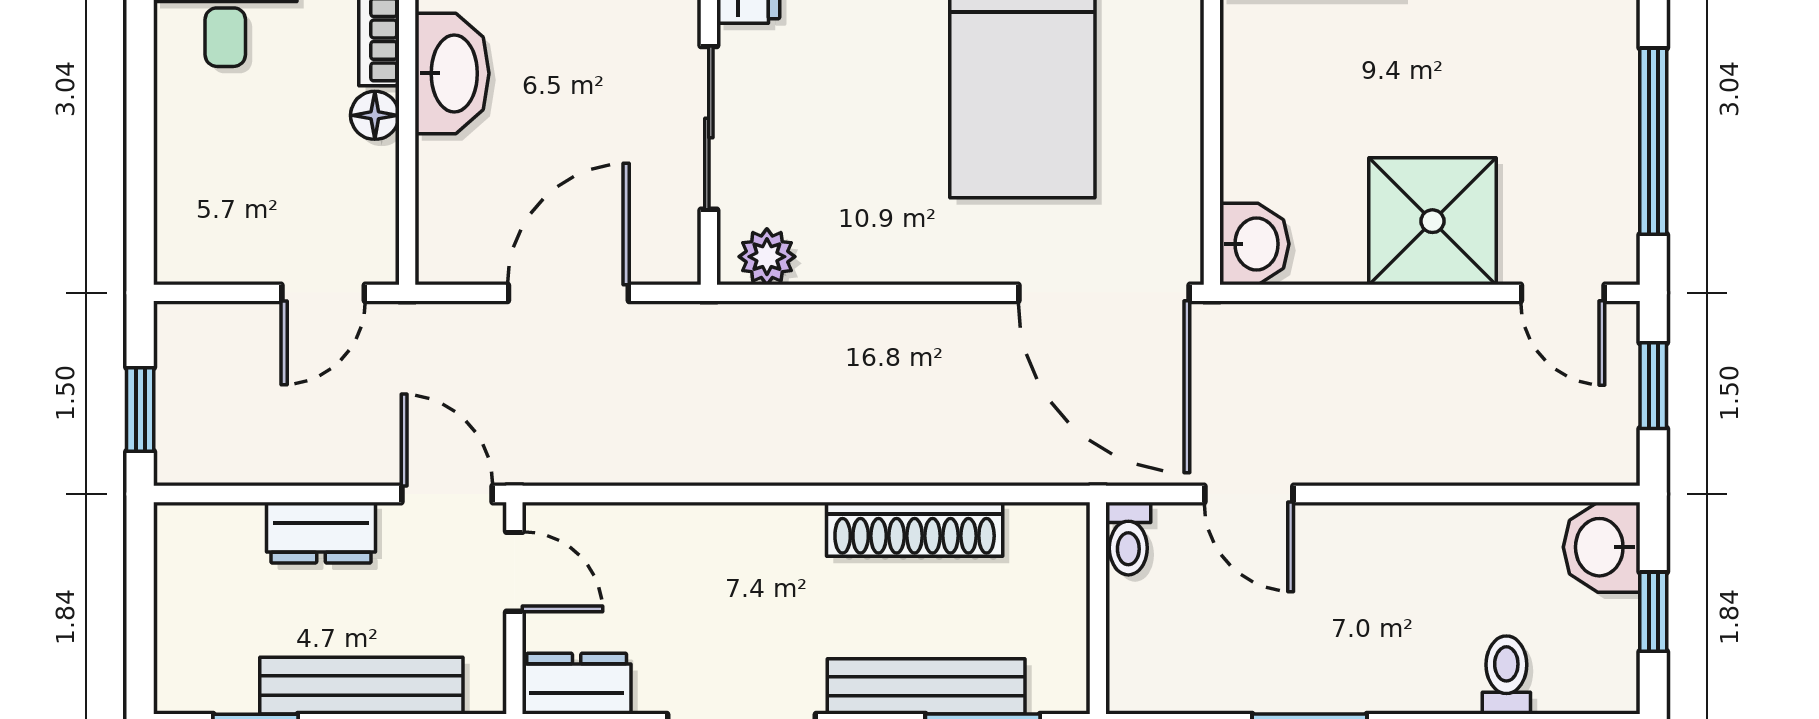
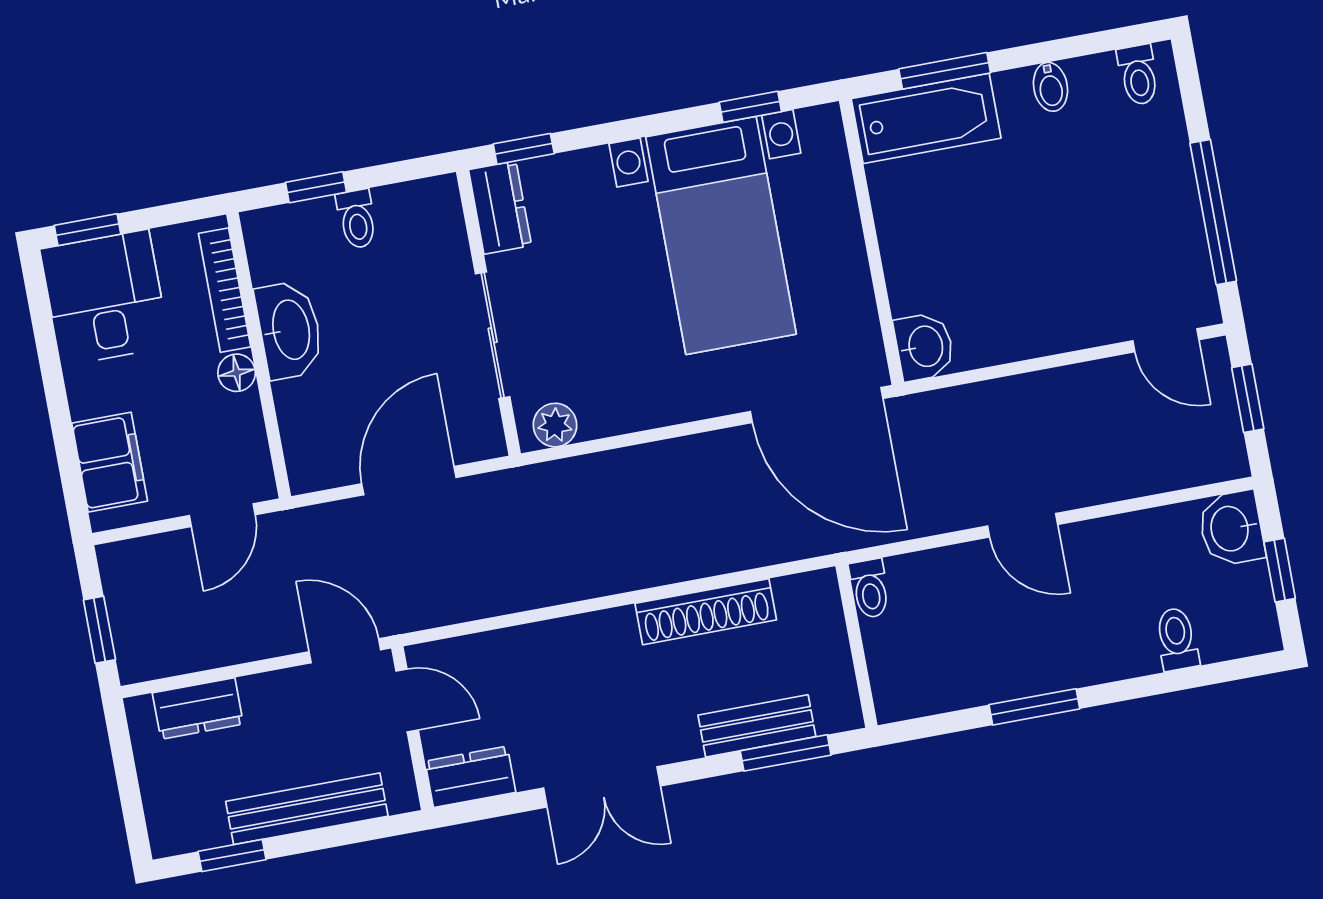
filing cabinet: (193, 199) -> (110, 462), added
shower: (1432, 221) -> (1057, 304), removed
door: (1249, 494) -> (1023, 525), moved
dresser: (321, 533) -> (198, 708), moved
bench: (926, 686) -> (757, 726), width x0.73

